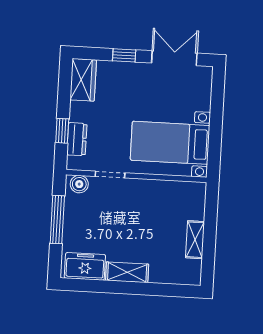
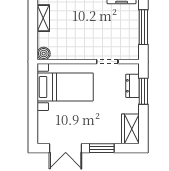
window: (124, 55) -> (102, 148), width x1.50
window: (62, 131) -> (143, 91), width x1.50
boiler: (79, 184) -> (44, 54), moved

